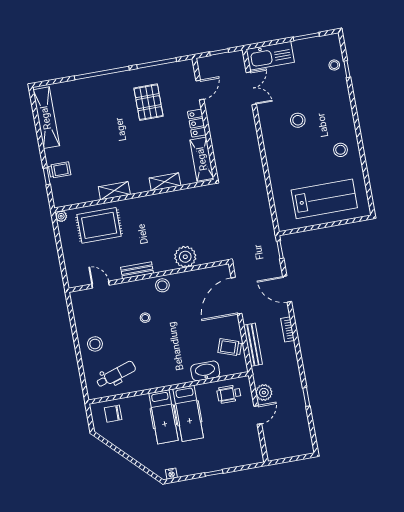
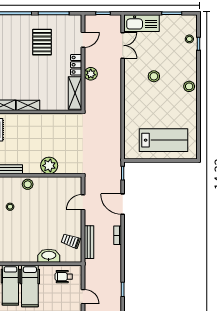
stool: (341, 150) -> (189, 86), moved
shelving: (165, 182) -> (28, 105), moved
door: (236, 296) -> (83, 202), width x0.53
plant: (264, 393) -> (91, 74), moved
door: (258, 415) -> (83, 297), hinge flipped

